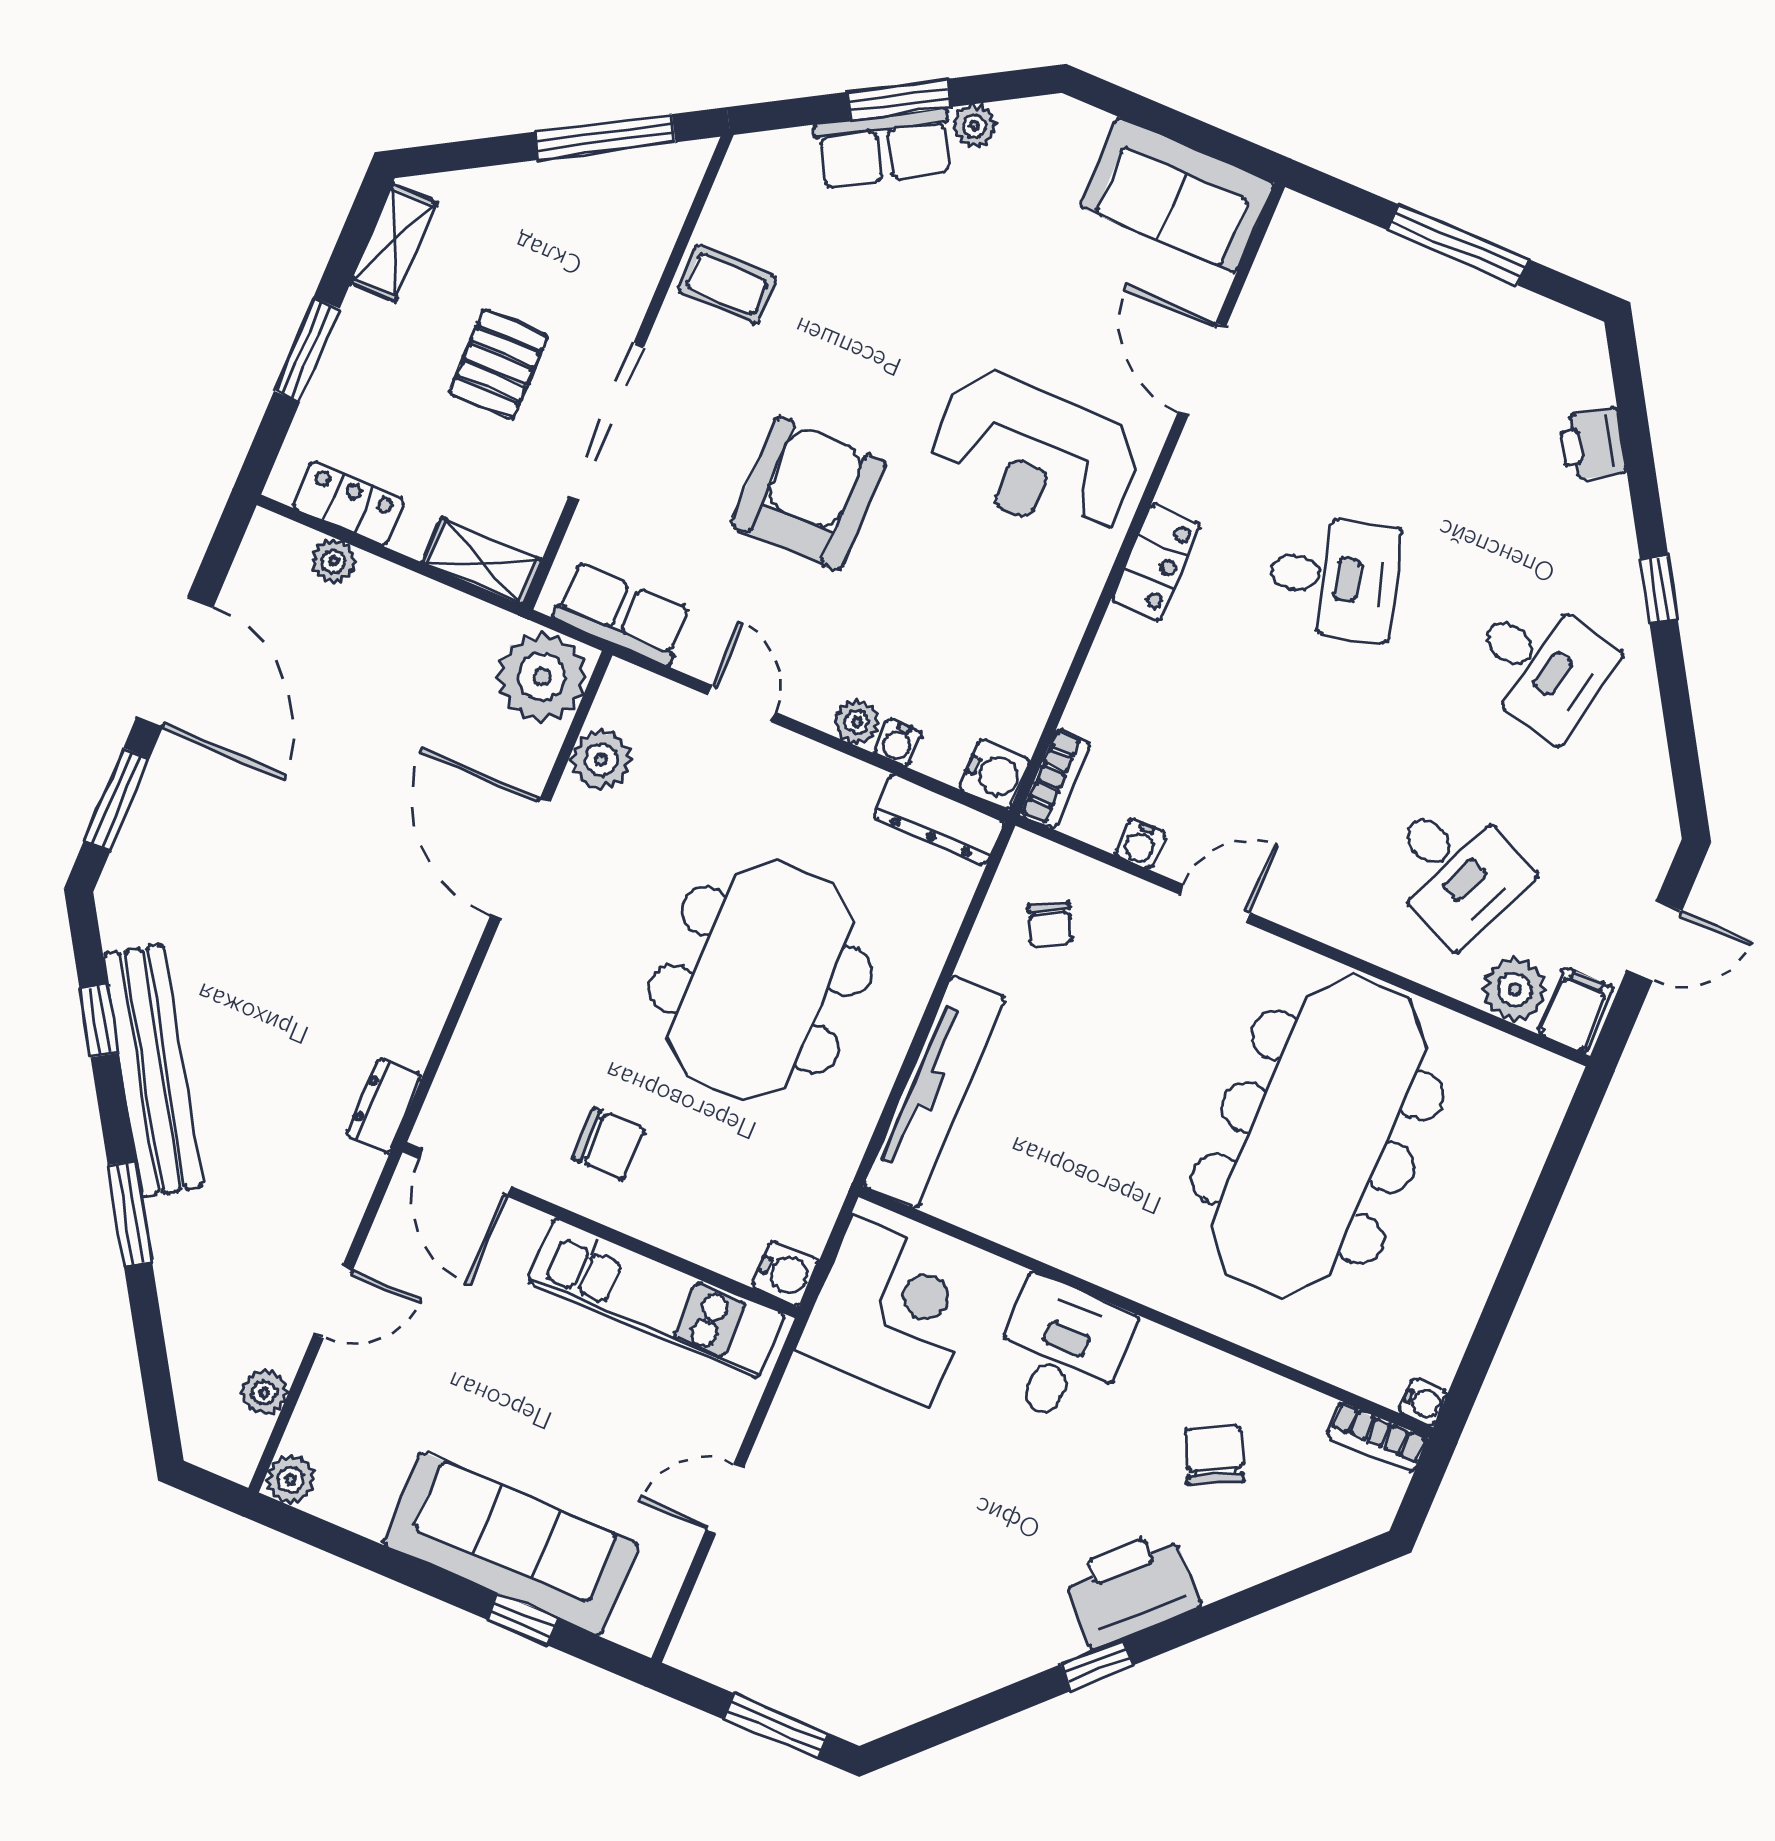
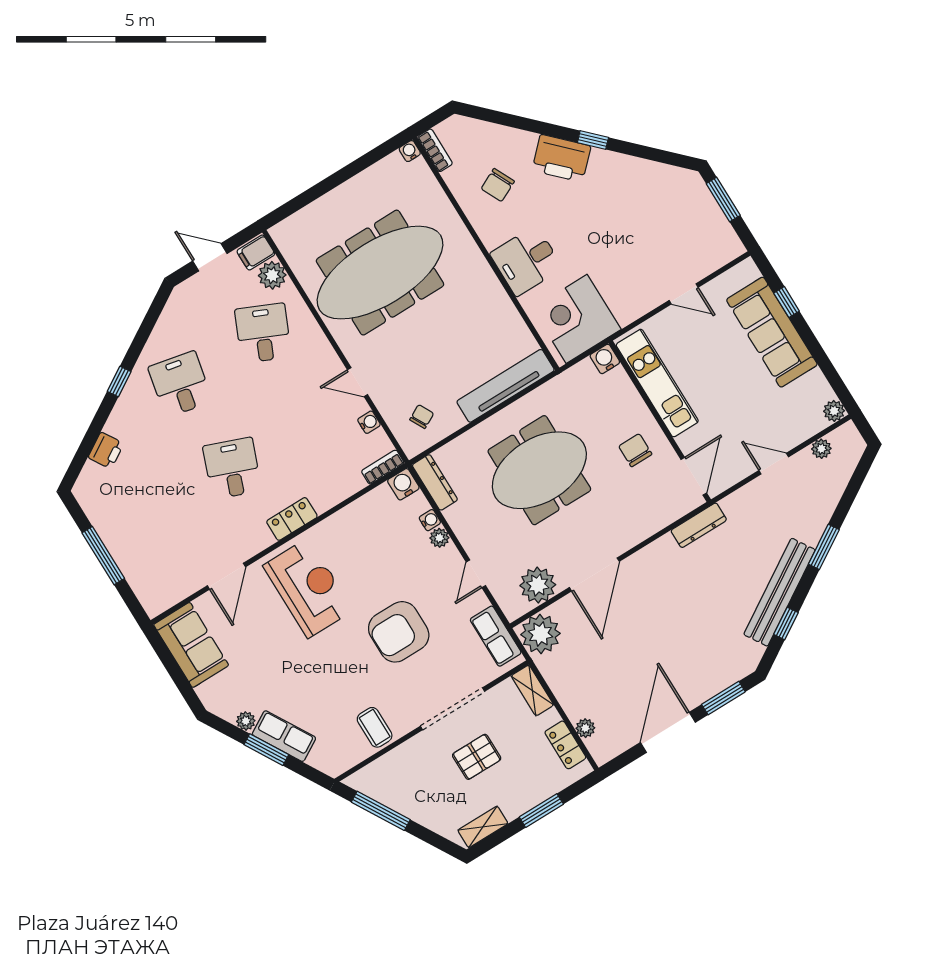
desk: (1334, 578) -> (232, 468), turned 36
plant: (601, 760) -> (538, 585), width x1.36, depth x1.36
dresser: (384, 1106) -> (699, 525), width x1.44

